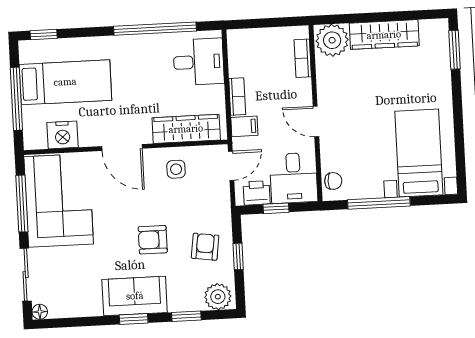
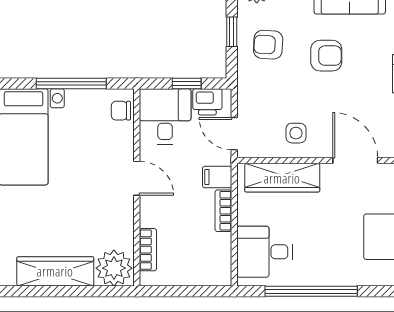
door: (231, 166) -> (234, 134), hinge flipped
armchair: (205, 247) -> (268, 45), turned 85

